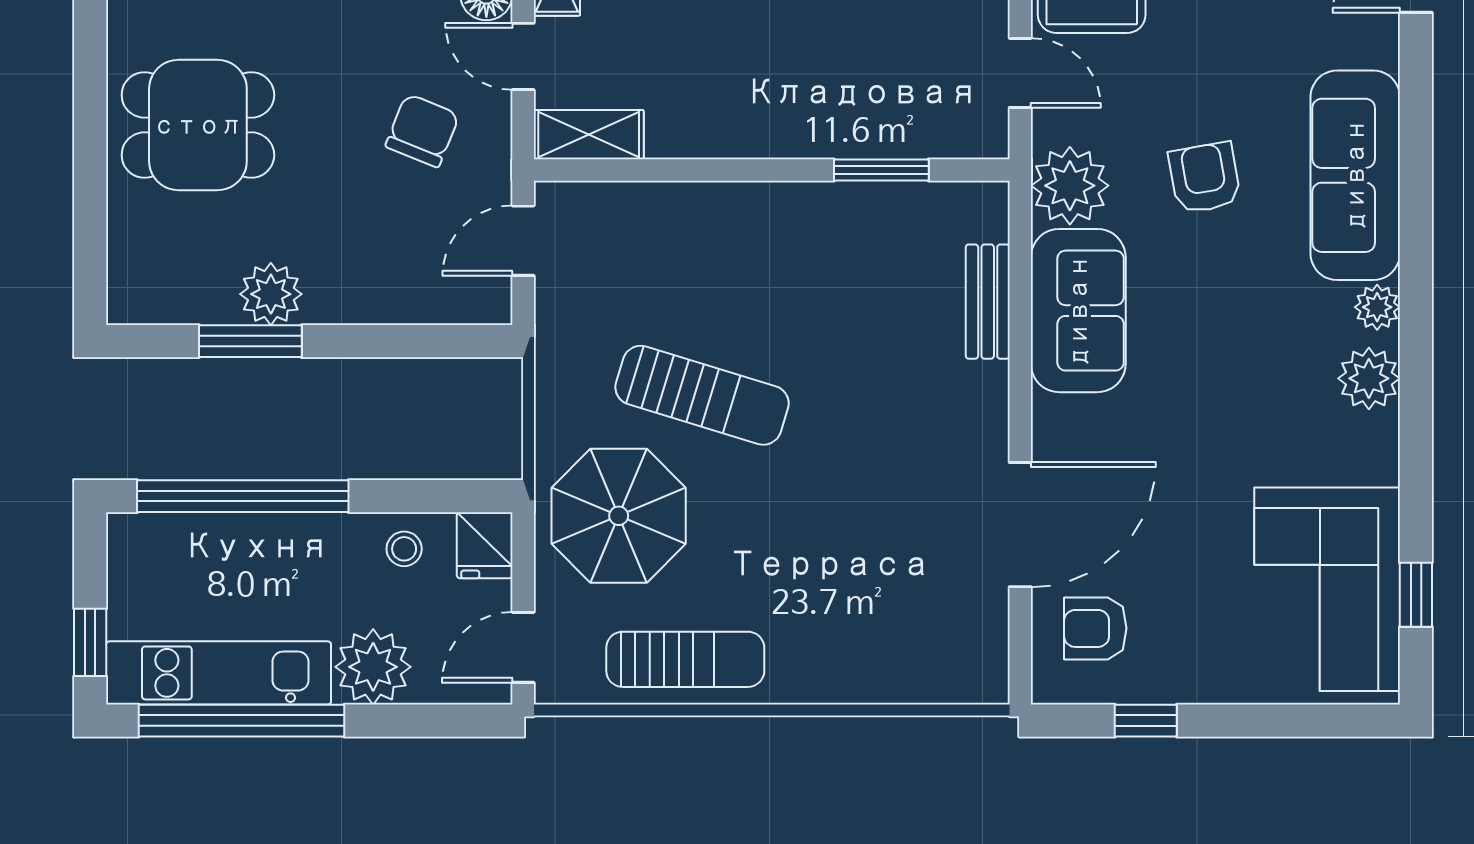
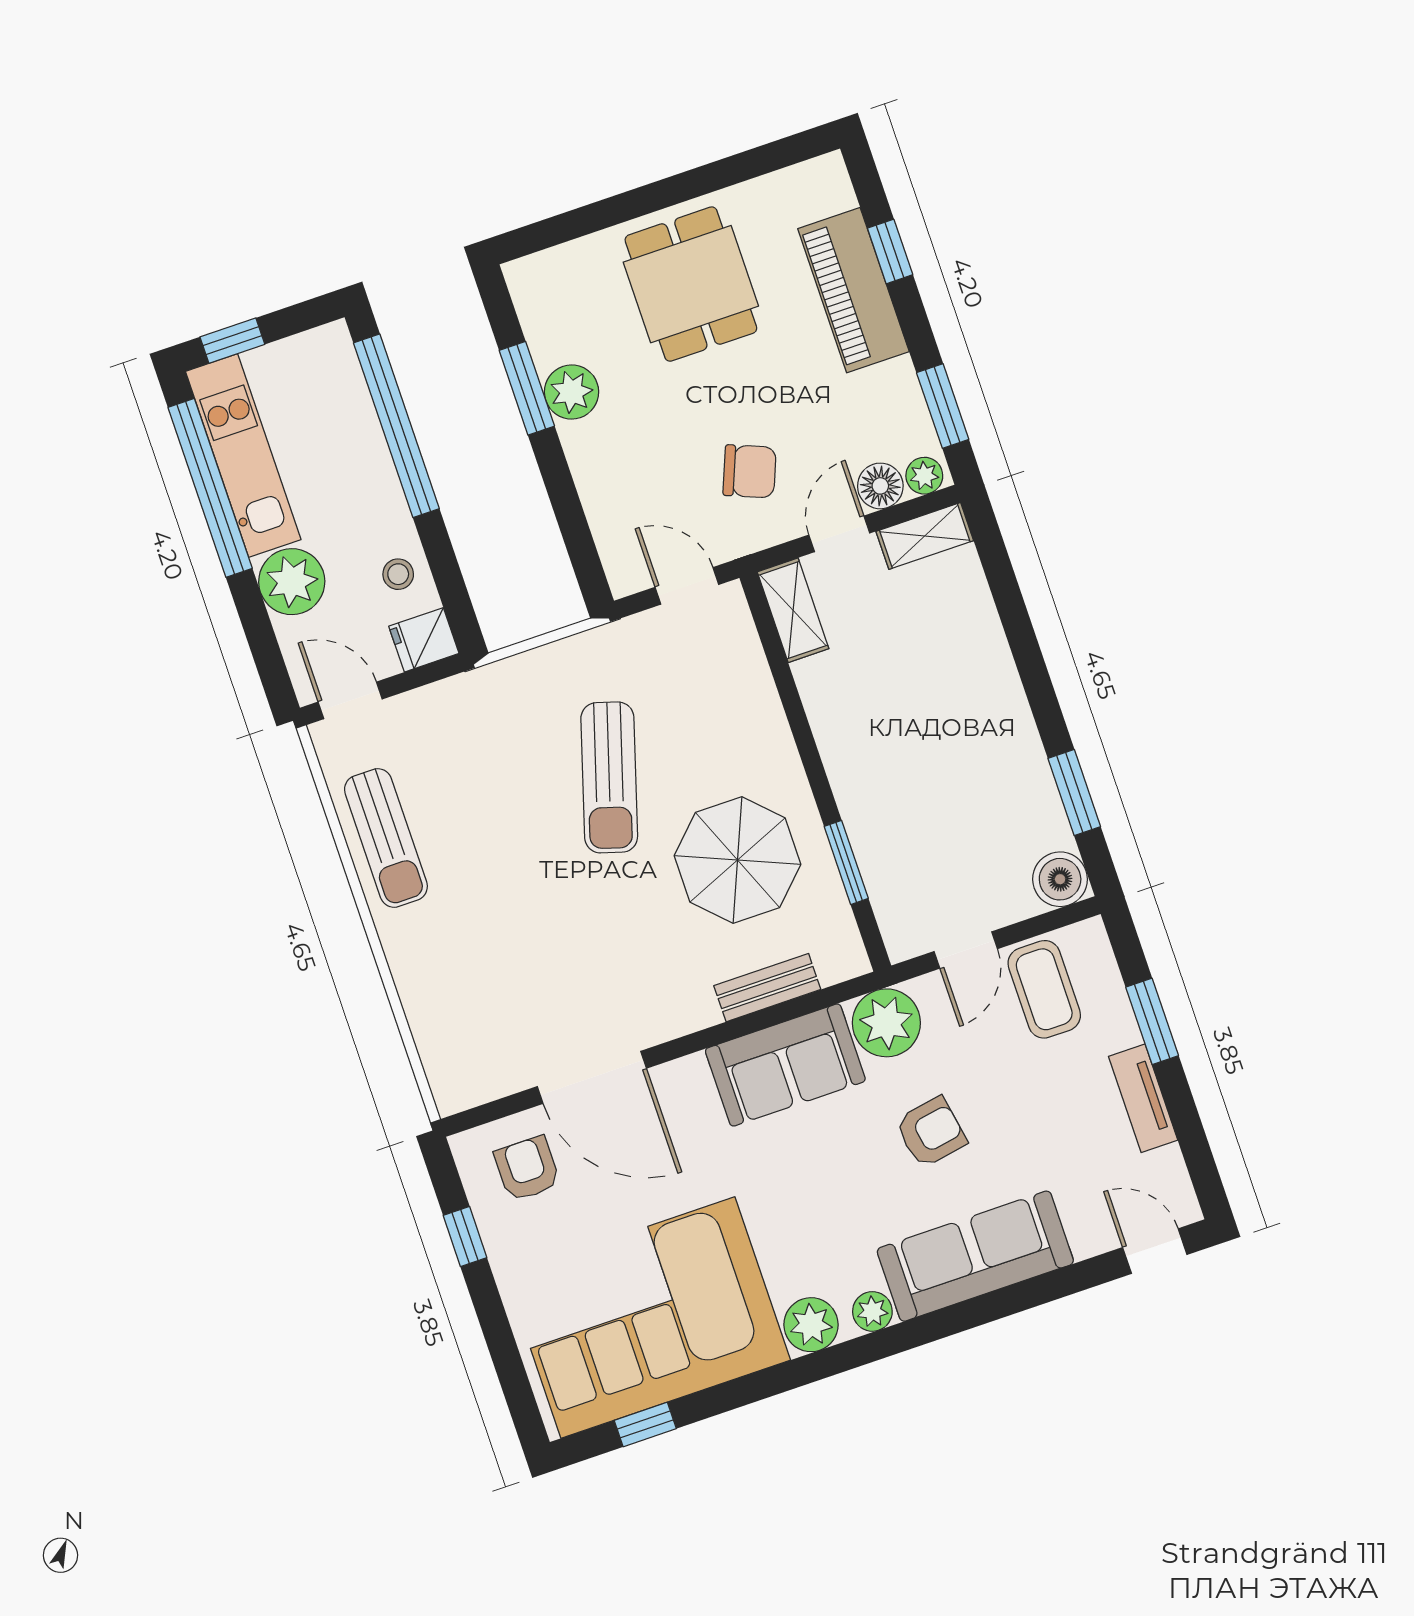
parasol: (619, 516) -> (737, 860), moved
corner sofa: (1327, 589) -> (648, 1318), width x1.36, depth x1.36

